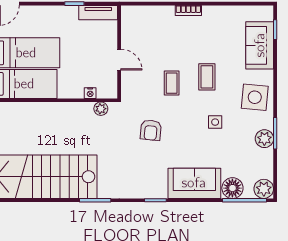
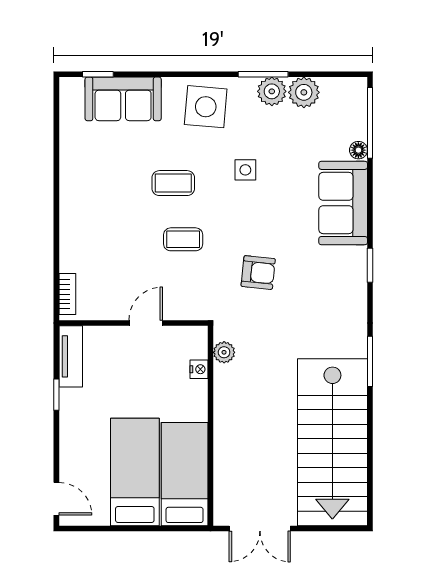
bookcase: (188, 10) -> (67, 294), moved
floor lamp: (232, 188) -> (358, 150), width x0.53, depth x0.53
plant: (264, 189) -> (304, 92), moved

